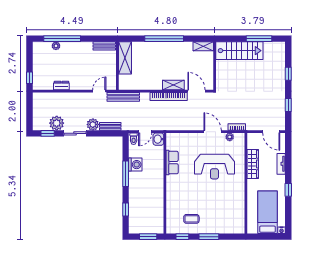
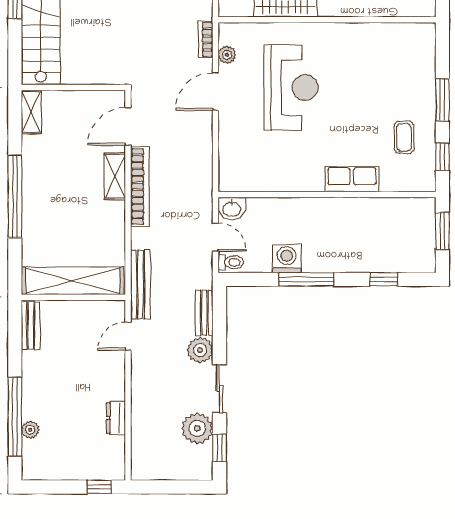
shelving: (125, 58) -> (73, 281), width x1.47
door: (99, 91) -> (128, 336), hinge flipped
row of seats: (172, 163) -> (352, 179), moved

